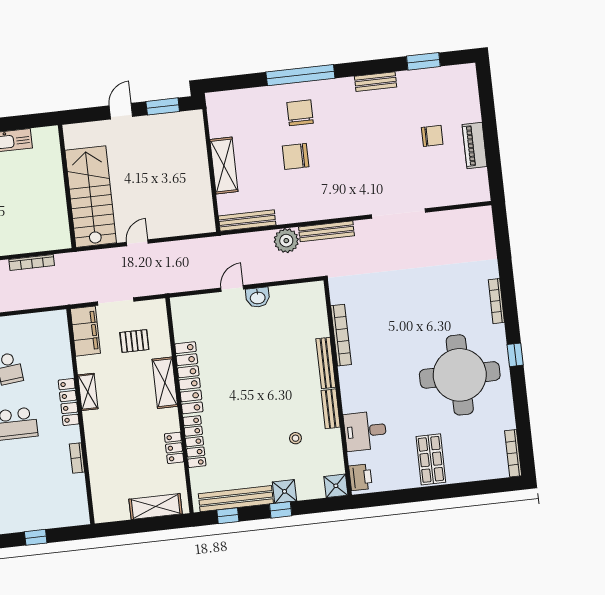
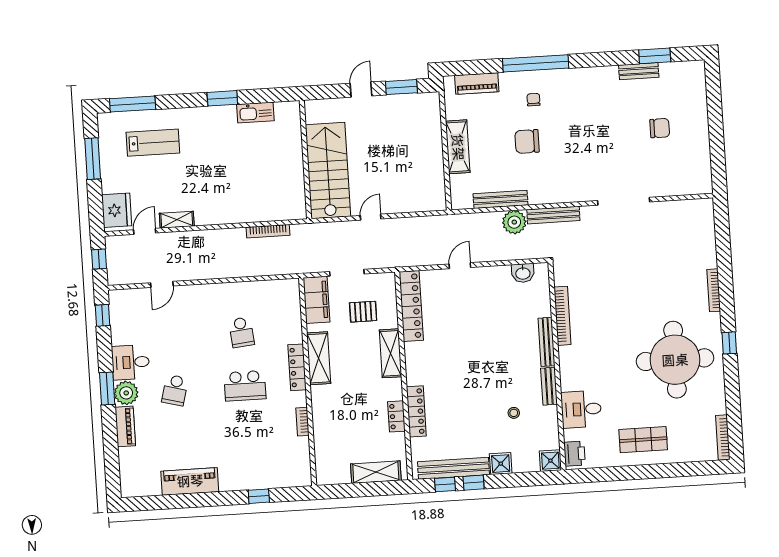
bench: (376, 82) -> (639, 71), moved
chair: (300, 113) -> (534, 100), width x0.54, depth x0.54
piano: (475, 145) -> (477, 83), moved, turned -90
bench: (247, 220) -> (500, 199), moved
washbasin: (258, 297) -> (523, 273), moved
locker: (189, 378) -> (411, 306), moved
shelving: (88, 392) -> (319, 358), width x1.50, depth x1.33
shop shelf: (431, 459) -> (643, 440), turned 90
window: (281, 510) -> (474, 483), moved

